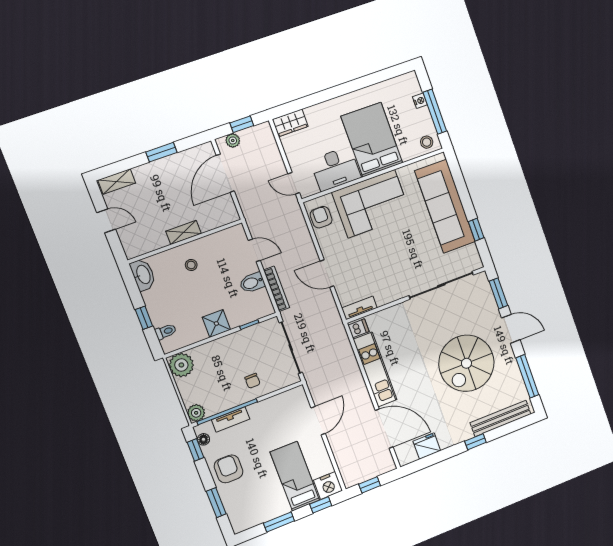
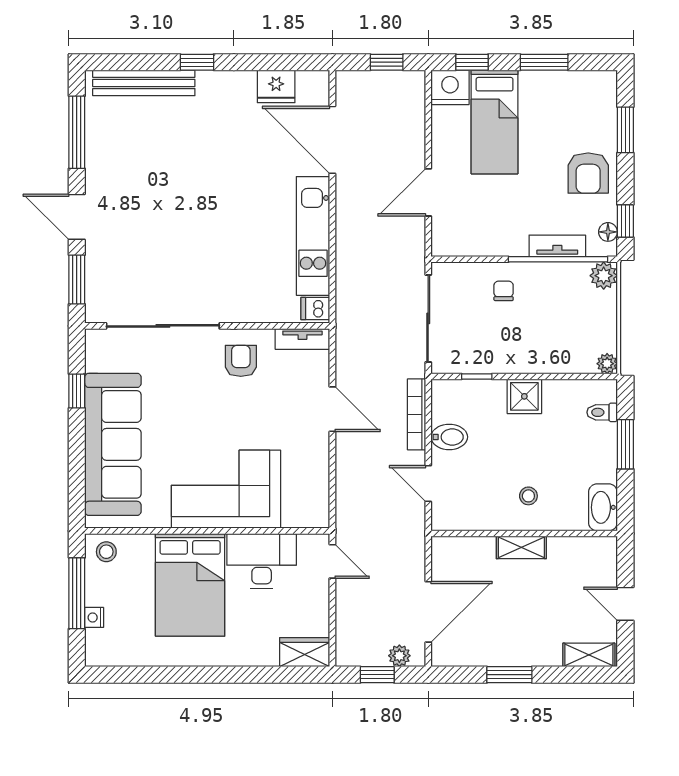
armchair: (321, 217) -> (241, 361), moved, turned 180
window: (144, 318) -> (625, 444), width x1.50
spiral stairs: (466, 363) -> (167, 190), removed
plant: (181, 365) -> (607, 364), width x0.53, depth x0.53

